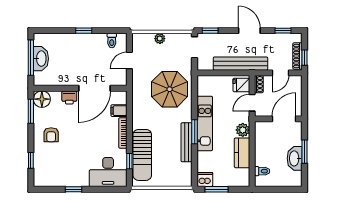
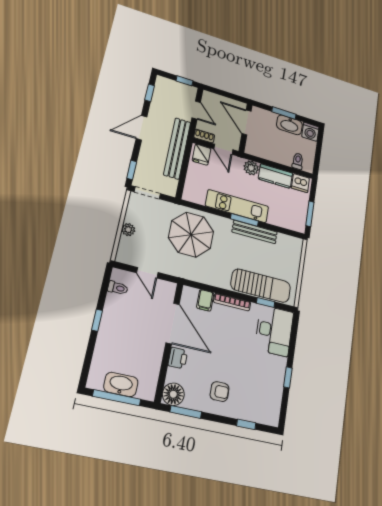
shoe rack: (297, 56) -> (181, 87), removed
dishwasher: (205, 179) -> (300, 183), moved, turned -90
washing machine: (294, 179) -> (310, 132), added

